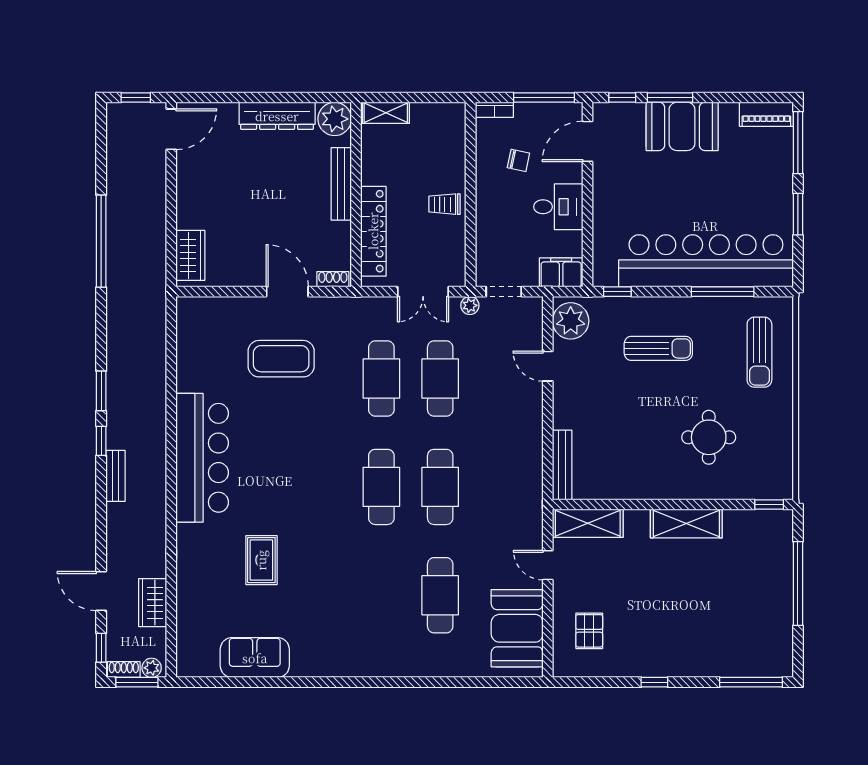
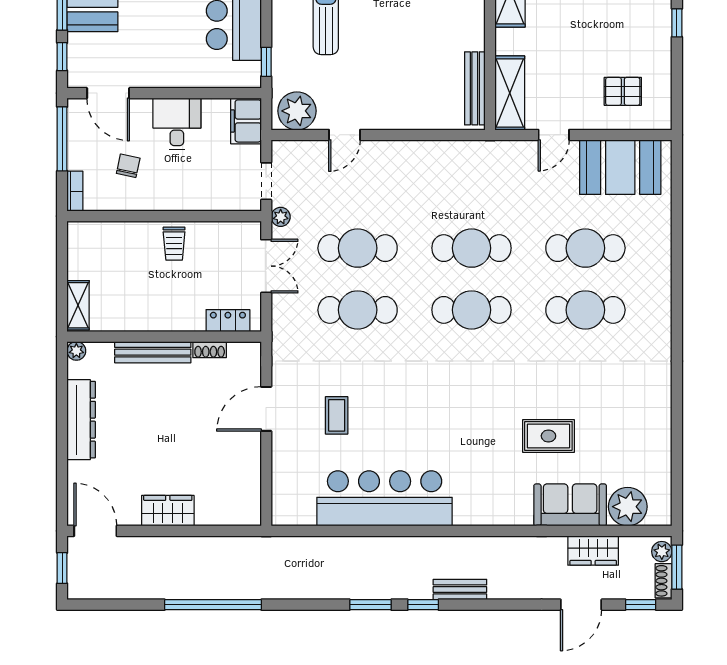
plant: (335, 119) -> (76, 351), width x0.53, depth x0.53
locker: (373, 231) -> (228, 321), width x0.46, depth x0.83
wardrobe: (190, 255) -> (168, 511), moved
shoe rack: (333, 279) -> (210, 350), moved, turned -90
coffee table: (281, 359) -> (337, 415), width x0.54, depth x0.58
bar counter: (202, 458) -> (385, 498), moved
bench: (562, 465) -> (475, 88), moved, turned 90
cafe table: (381, 595) -> (585, 310), added
plant: (194, 635) -> (628, 507), added
sofa: (255, 658) -> (570, 505), moved, turned 90

